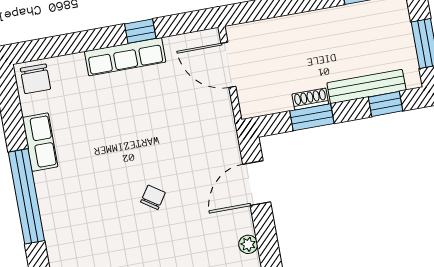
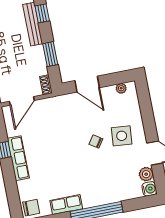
shoe rack: (310, 99) -> (46, 85), moved
side table: (162, 244) -> (122, 136), added

